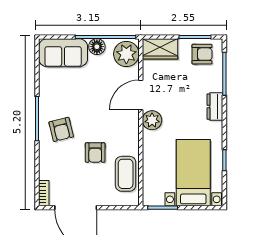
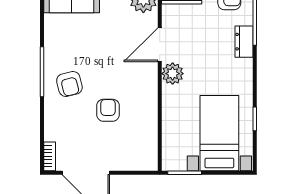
dresser: (215, 107) -> (244, 42), moved
armchair: (95, 152) -> (108, 110), turned 180
coffee table: (126, 174) -> (142, 134), removed

